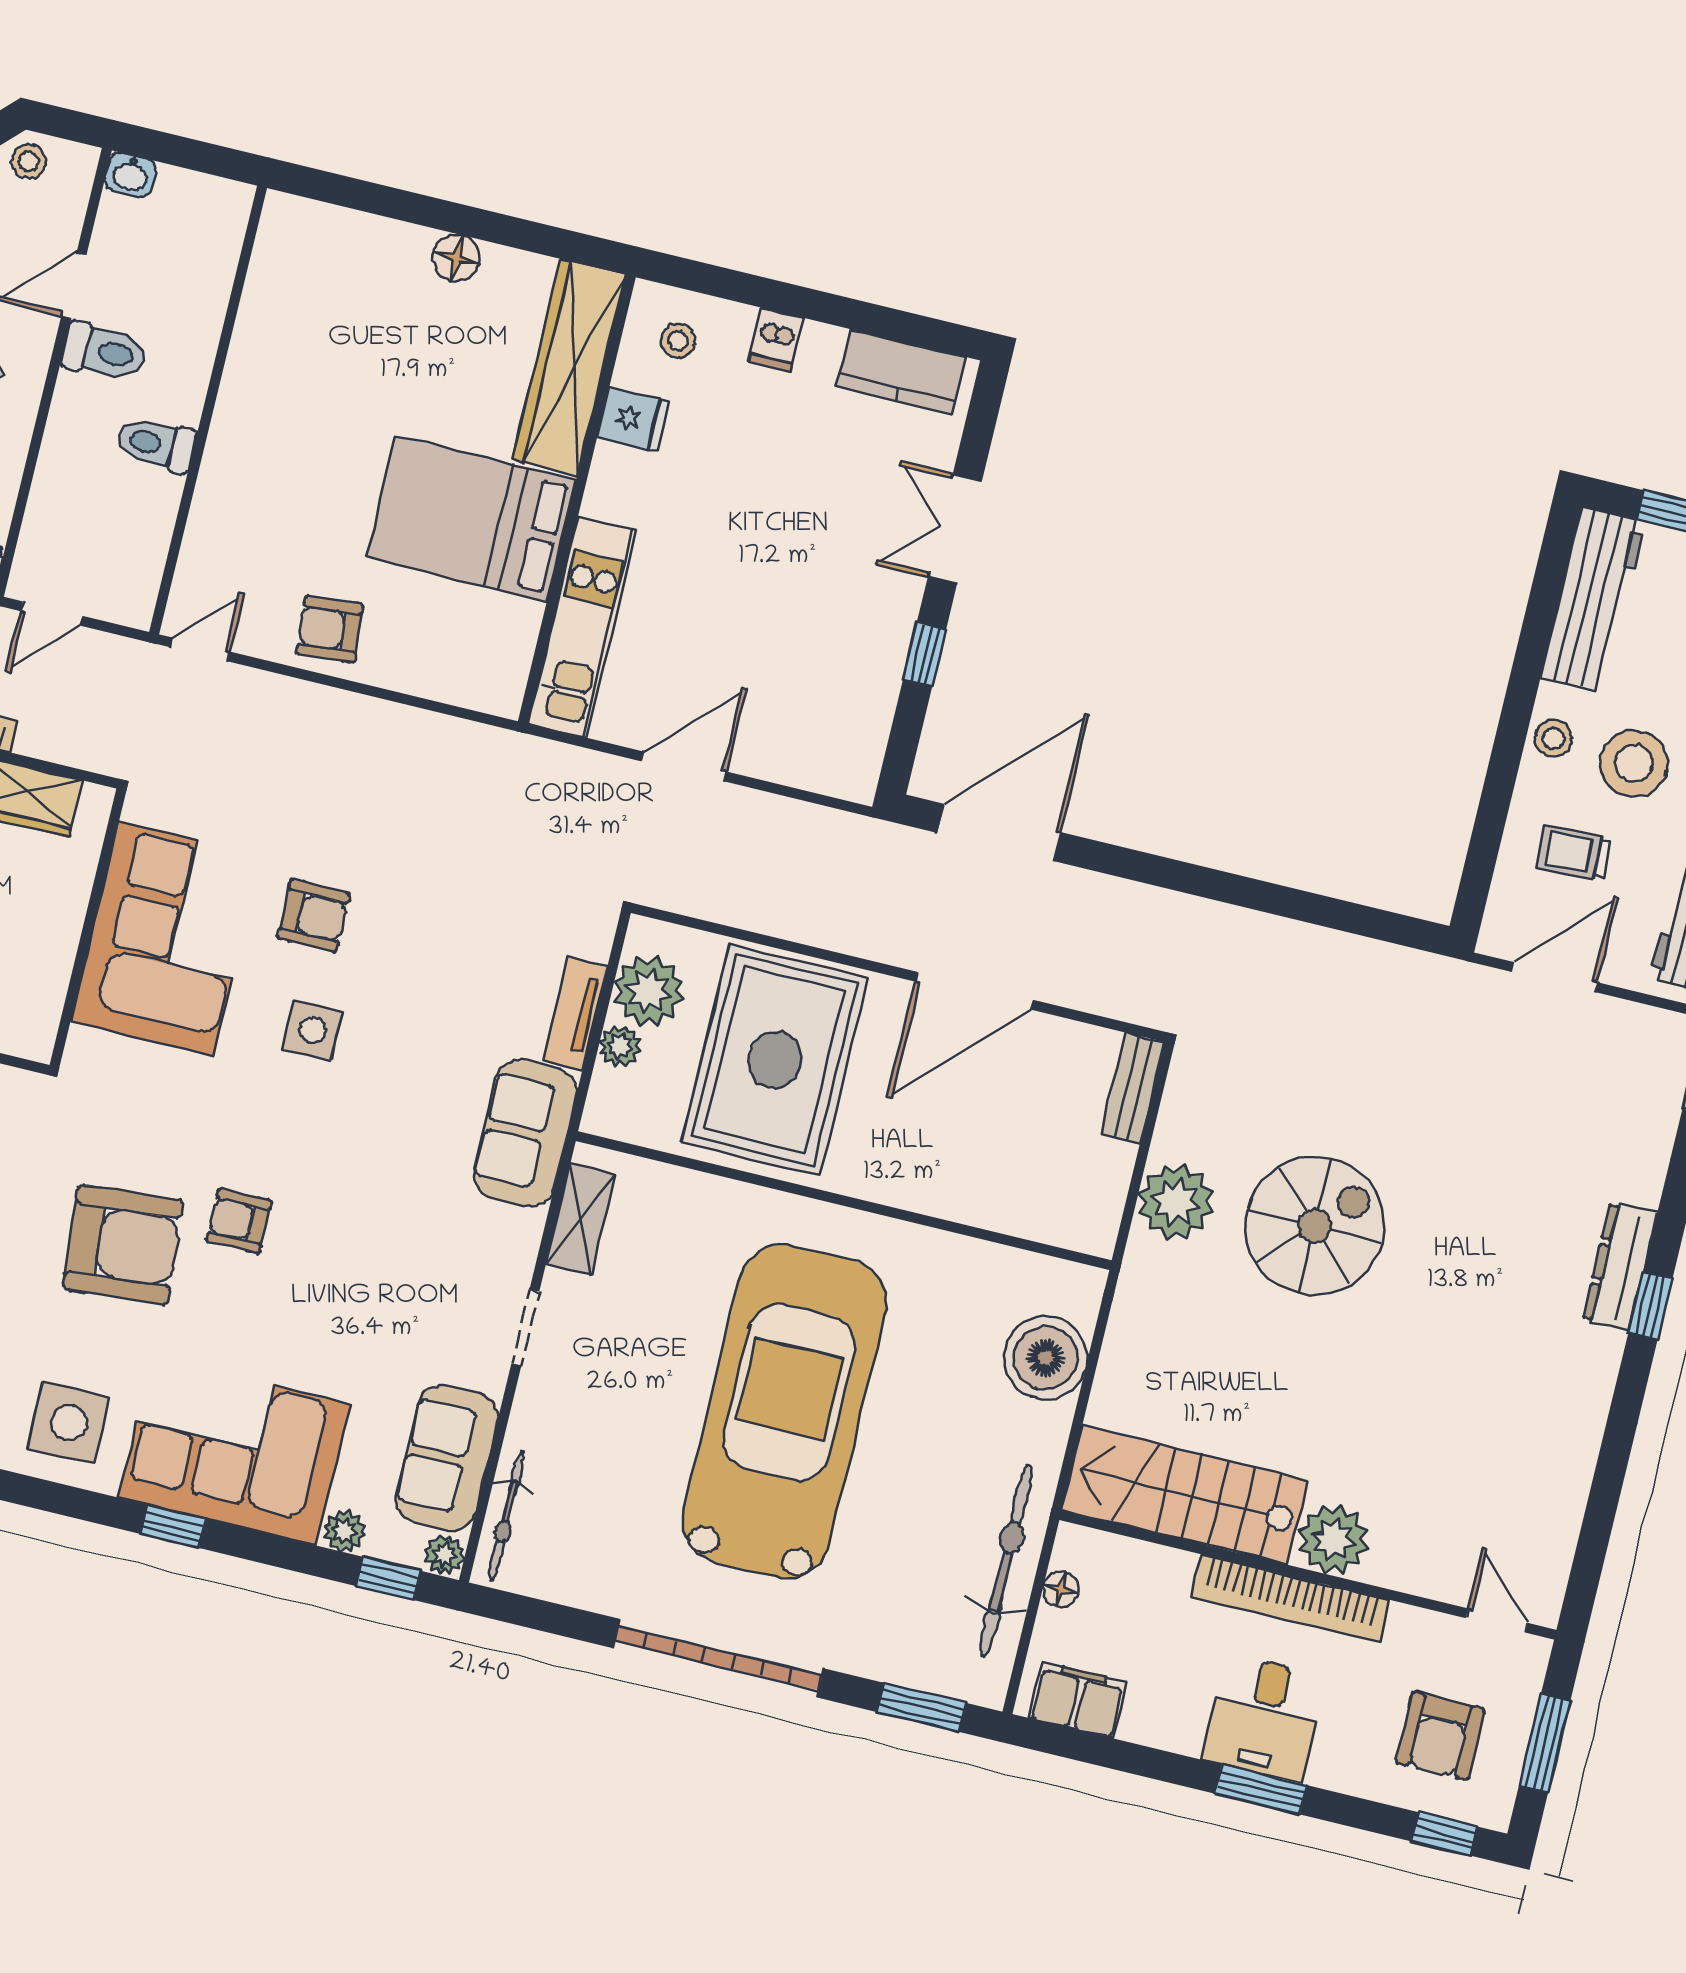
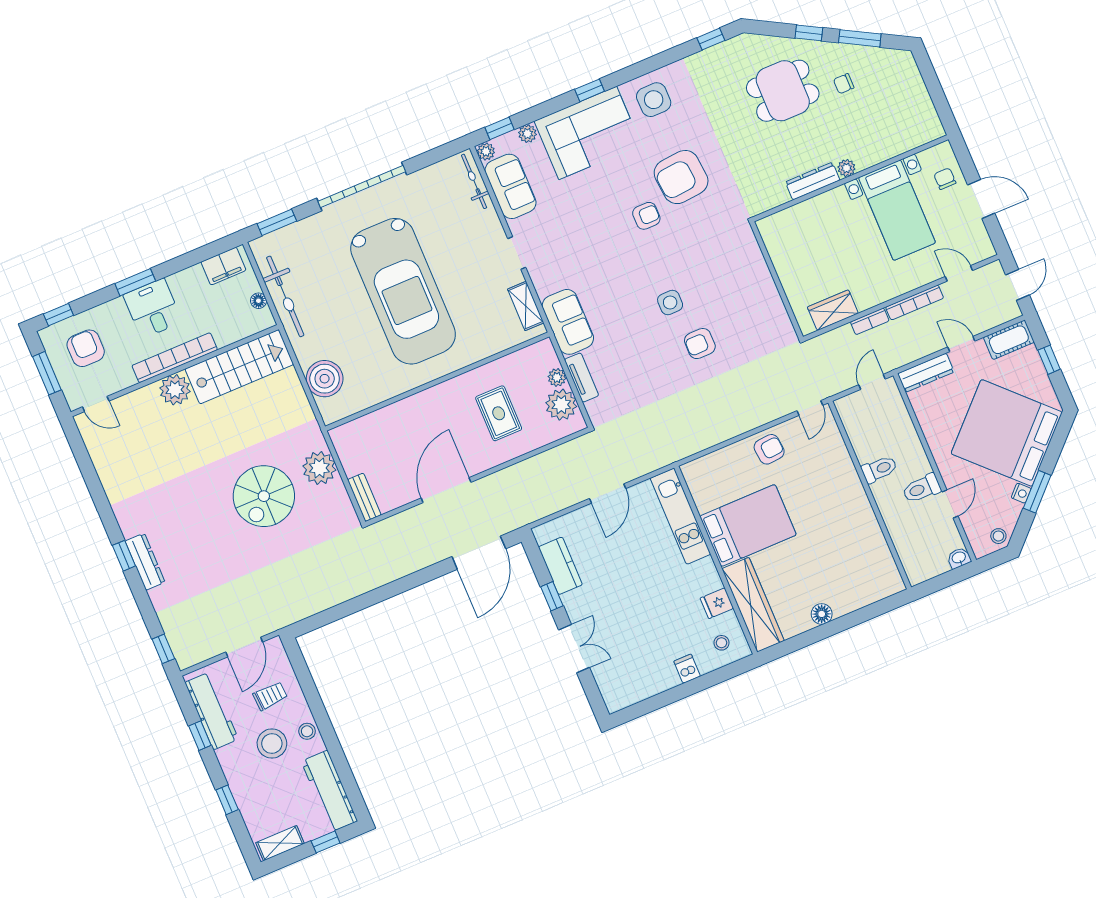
kitchen counter: (901, 372) -> (560, 566), moved, turned 90
corner sofa: (166, 938) -> (746, 297), removed
rug: (775, 1060) -> (499, 413), width x0.54, depth x0.49

